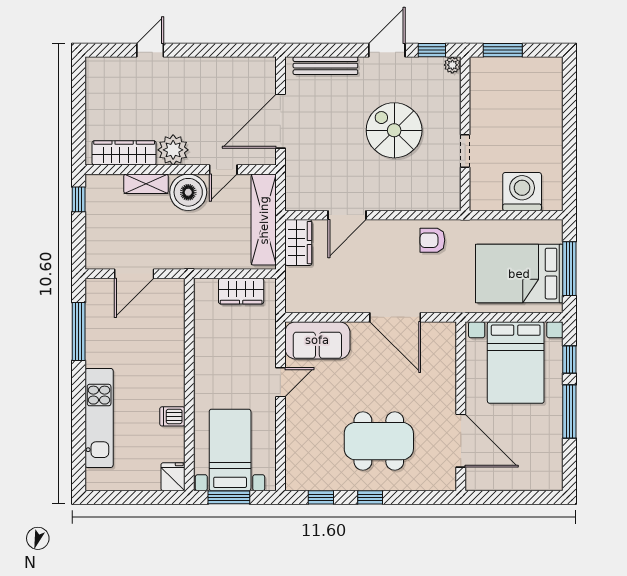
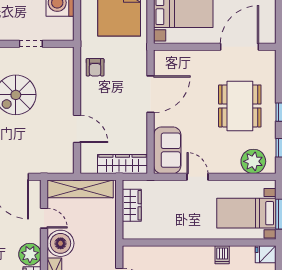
wardrobe: (298, 243) -> (123, 164), moved, width x1.50
plant: (302, 460) -> (253, 161), added

